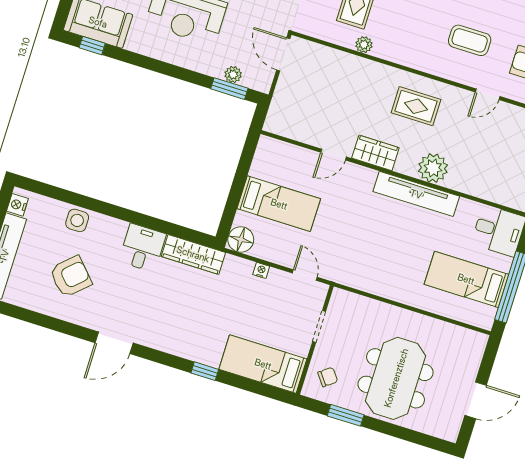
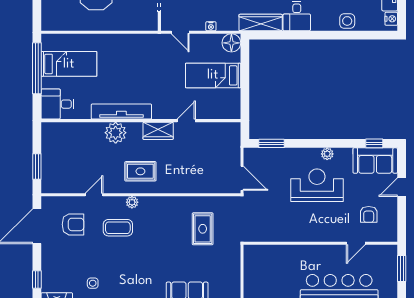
plant: (364, 45) -> (132, 202), moved
plant: (233, 75) -> (327, 154), moved

